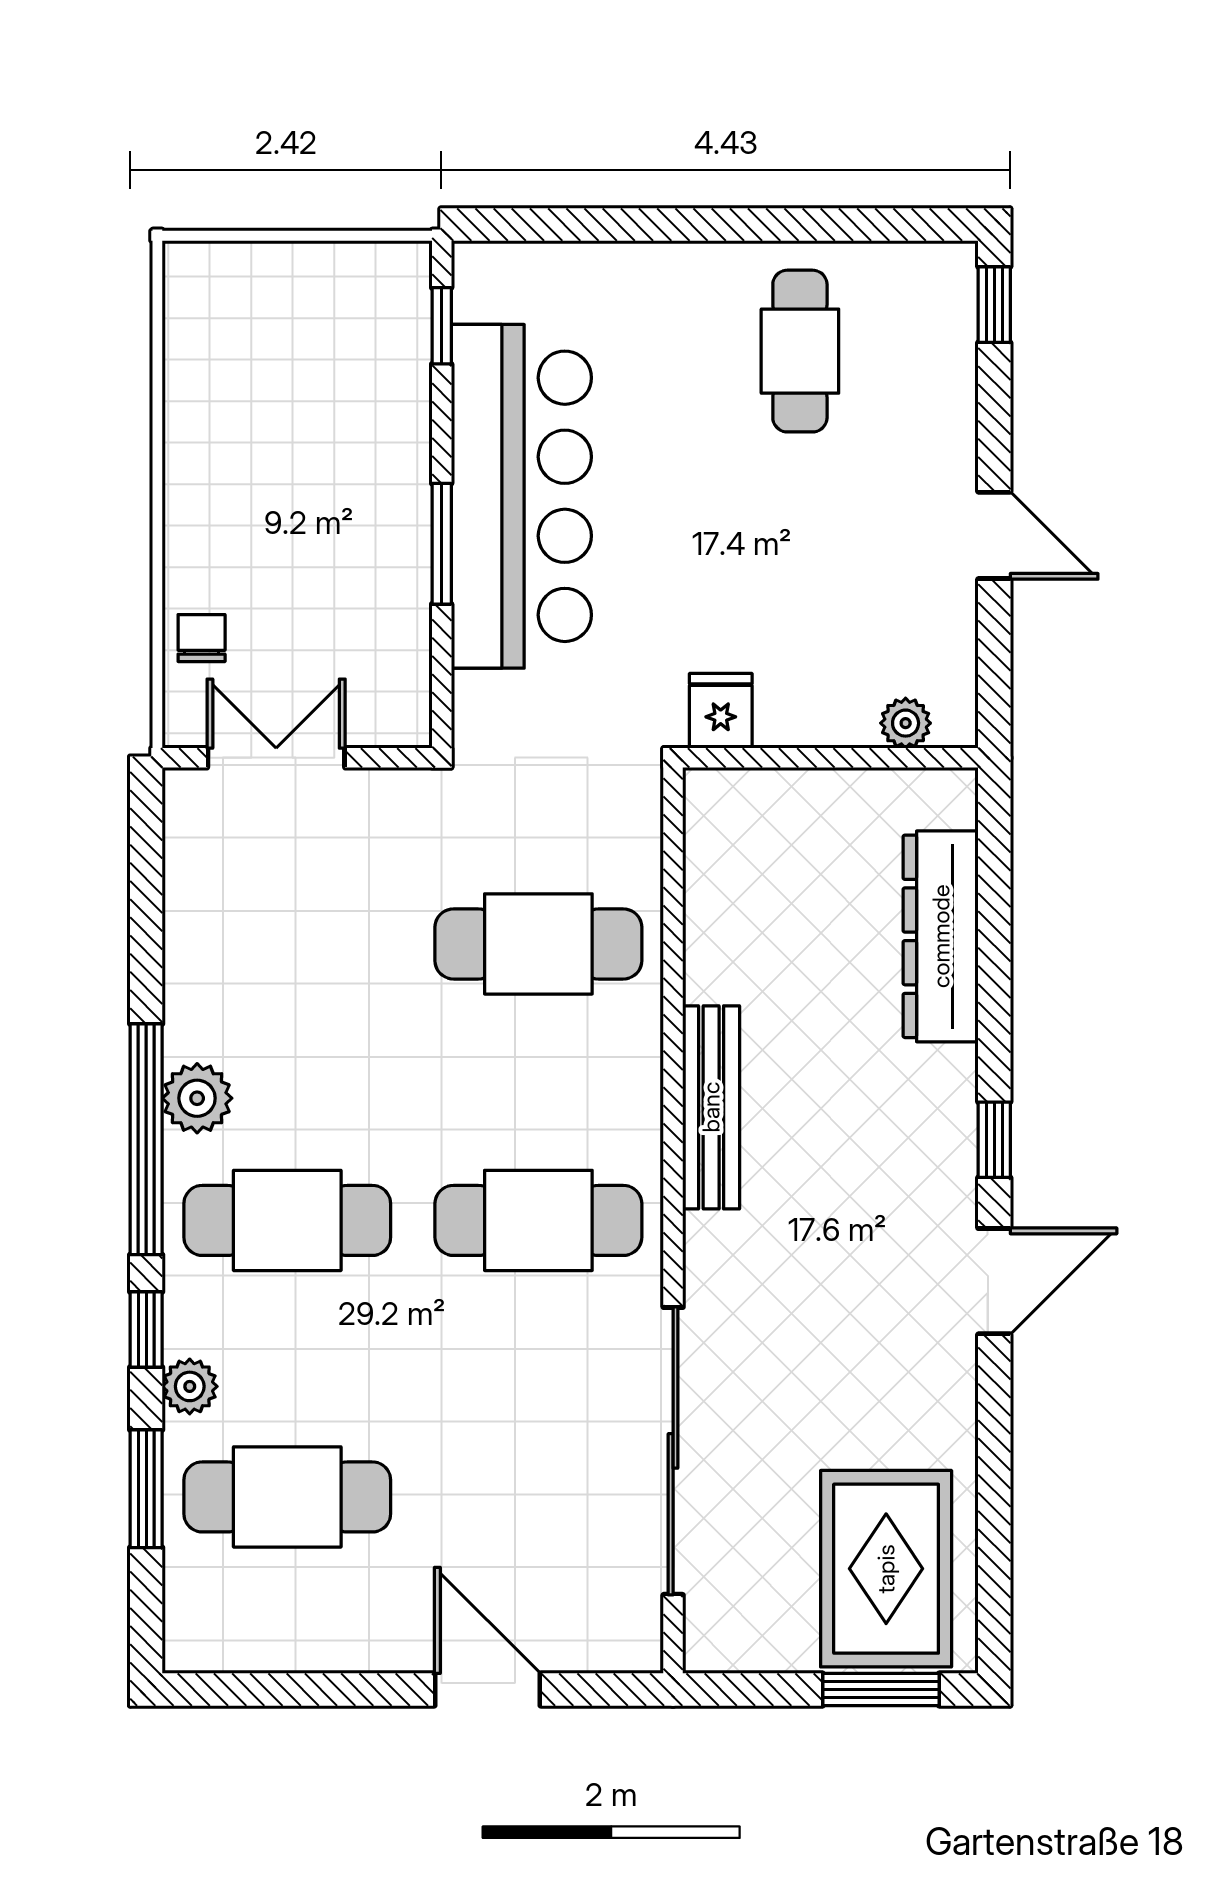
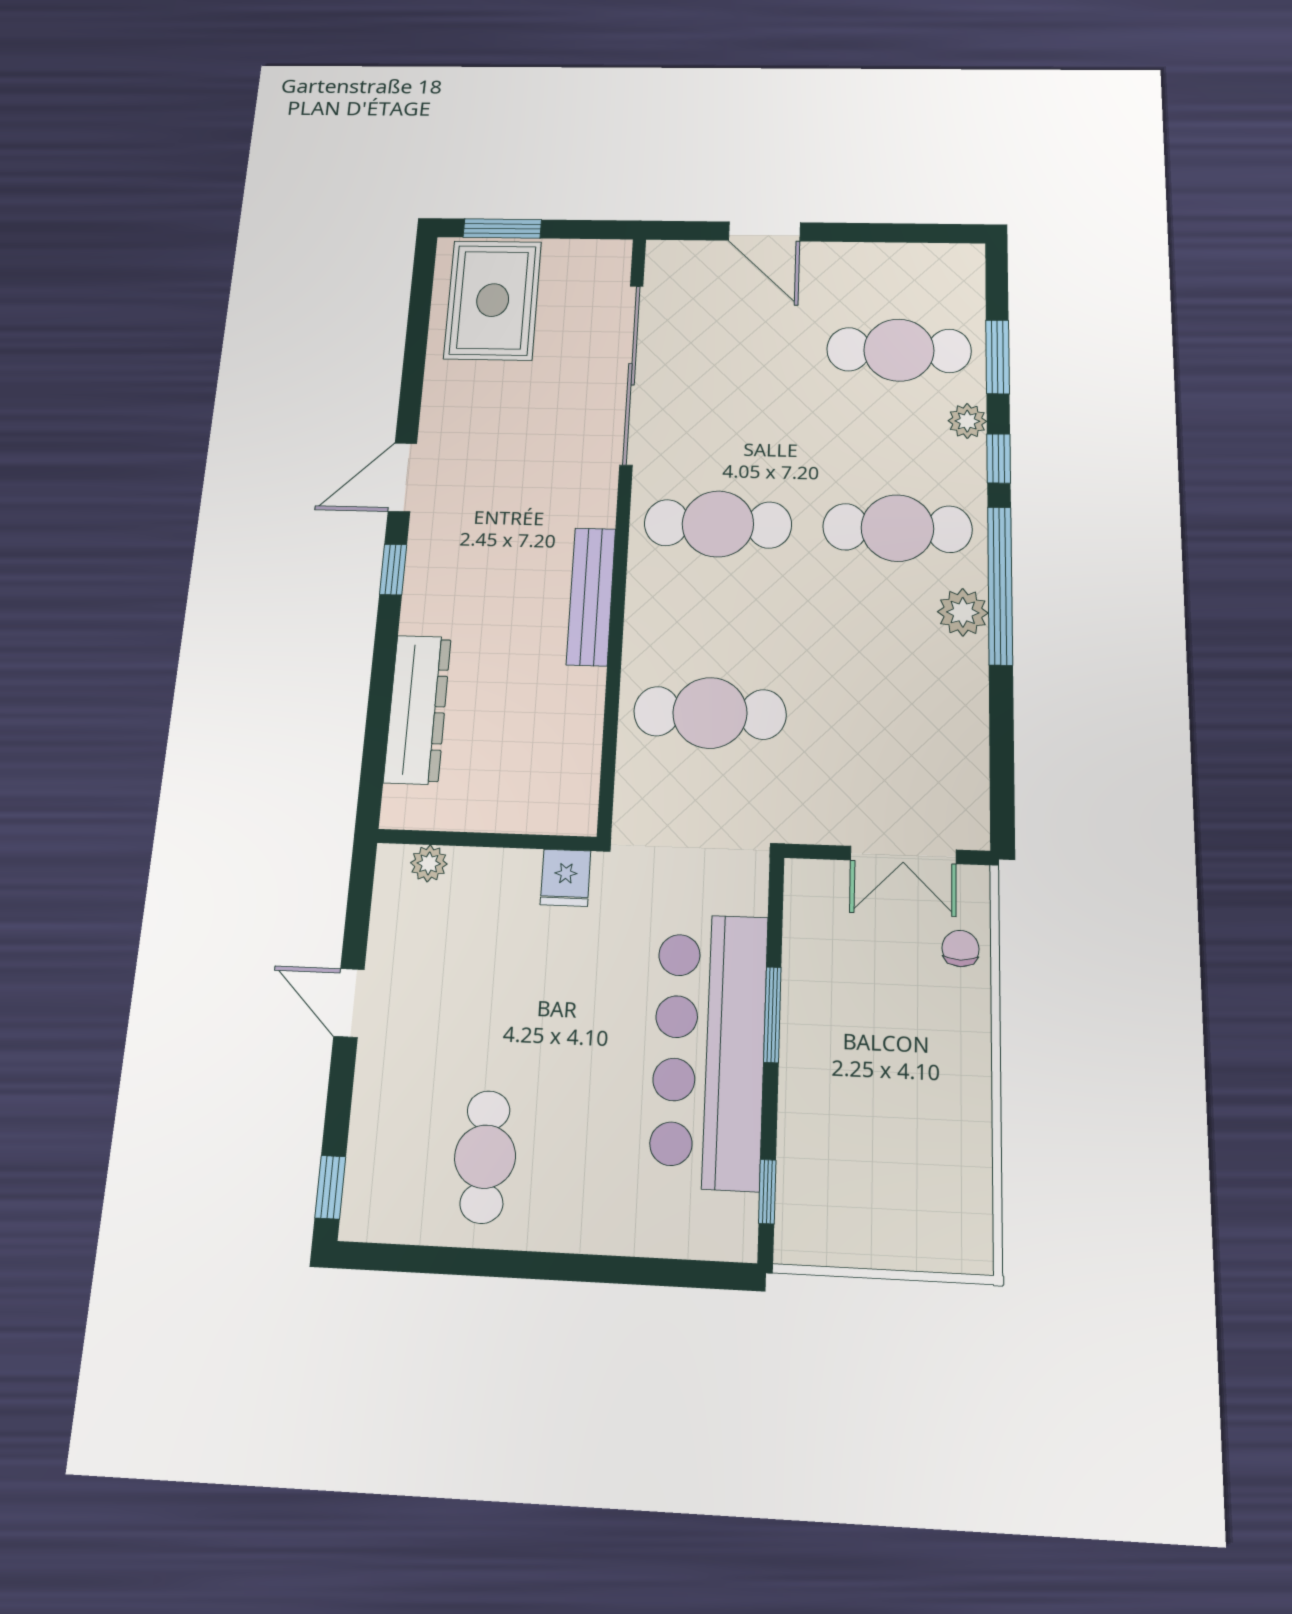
chair: (202, 638) -> (961, 948), turned 180

